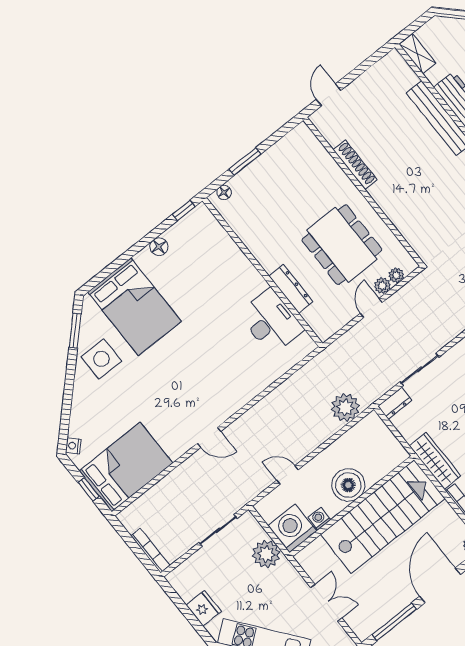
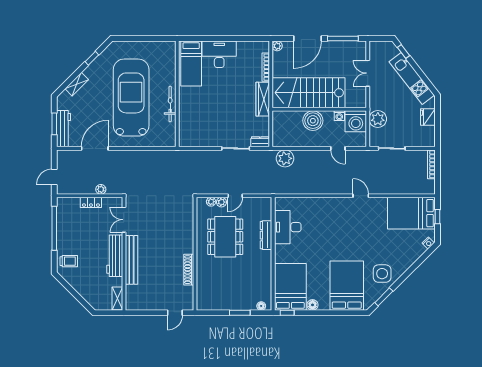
bed: (206, 247) -> (290, 287), added

